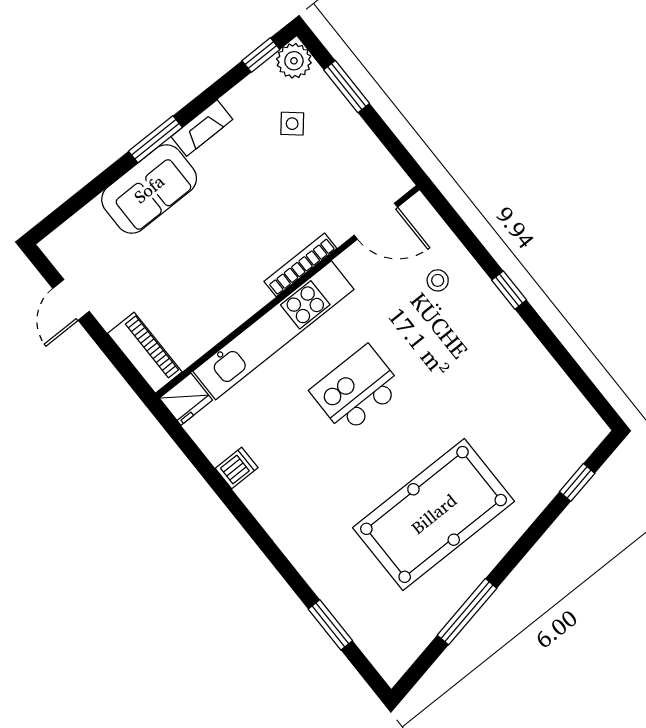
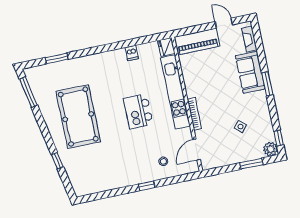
side table: (292, 124) -> (241, 127), moved
fireplace: (202, 128) -> (249, 39), moved
piano: (145, 353) -> (197, 42), width x1.37, depth x1.33
kitchen island: (356, 390) -> (138, 111), turned 180
window: (577, 482) -> (57, 161), moved
window: (467, 612) -> (28, 92), moved

